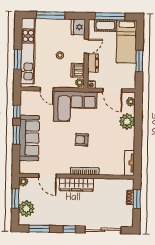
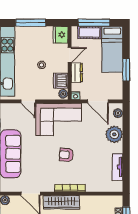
tv unit: (129, 163) -> (117, 167), moved

